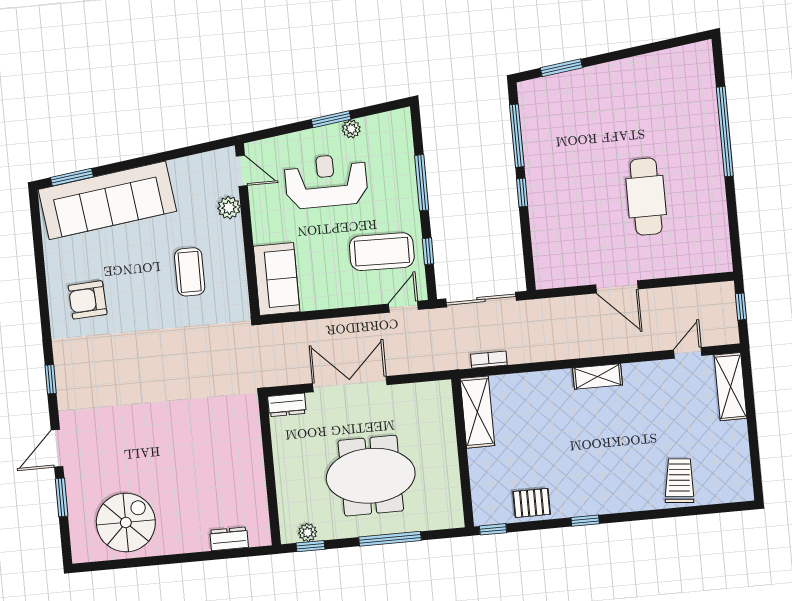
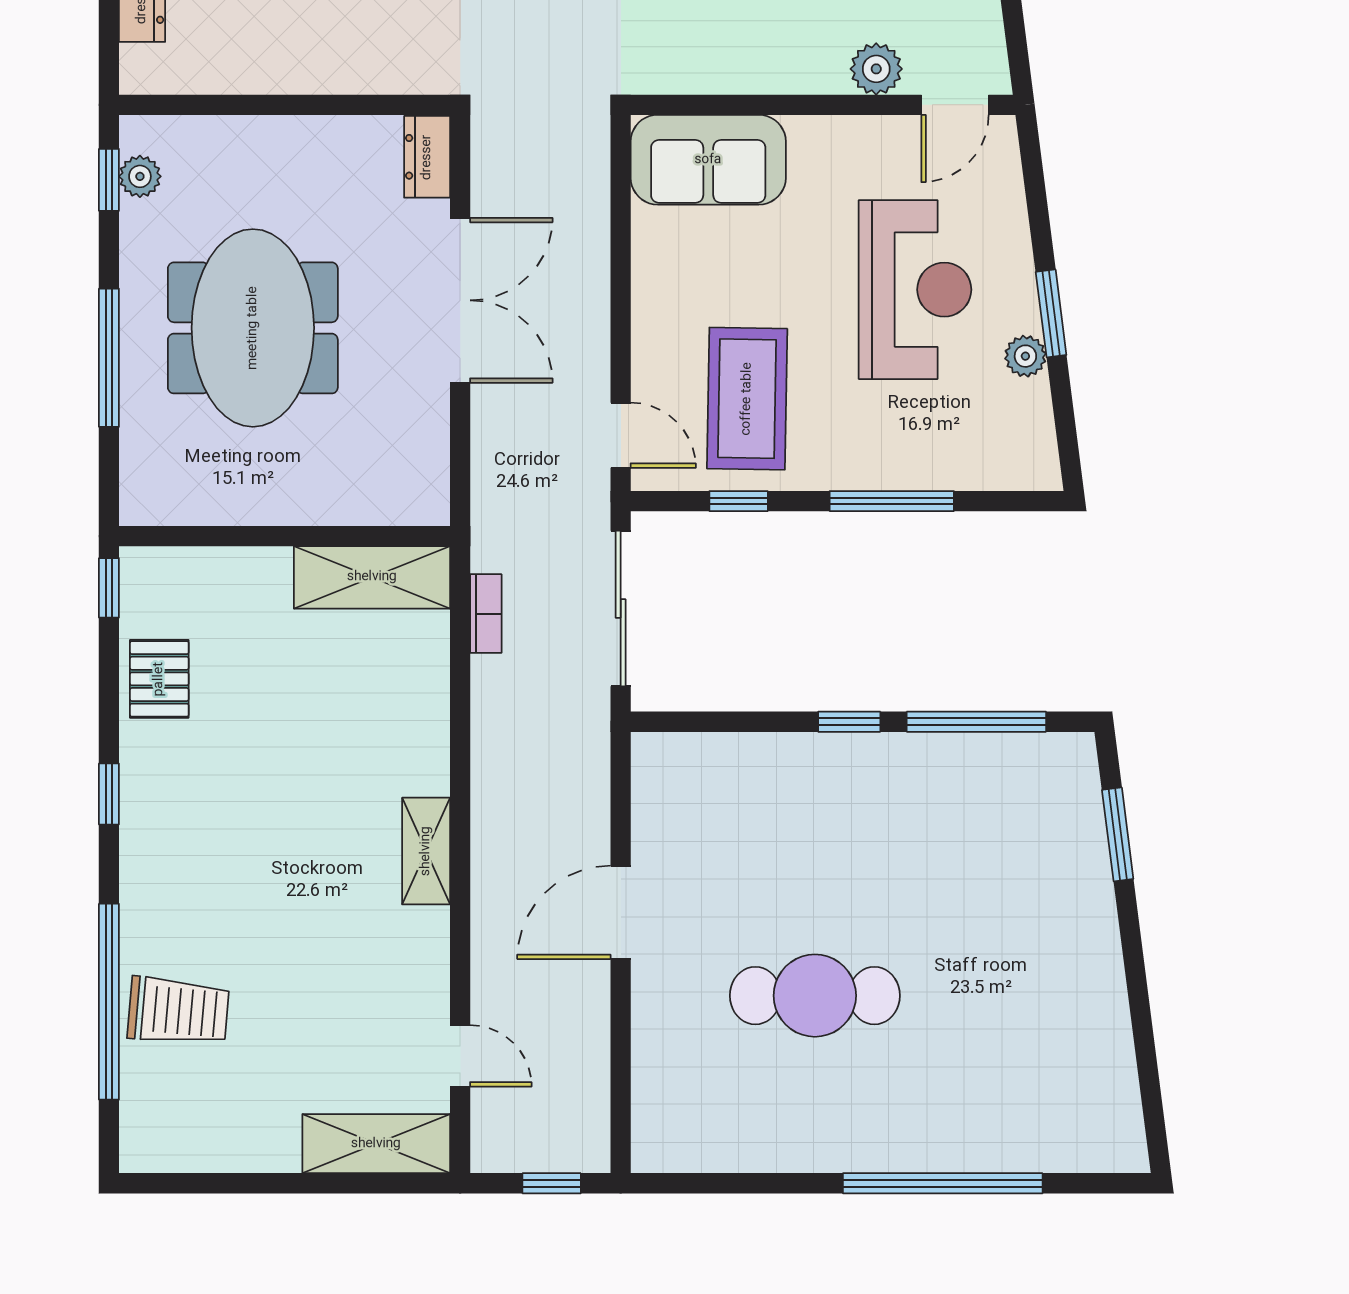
window: (678, 512) -> (109, 1002), added

